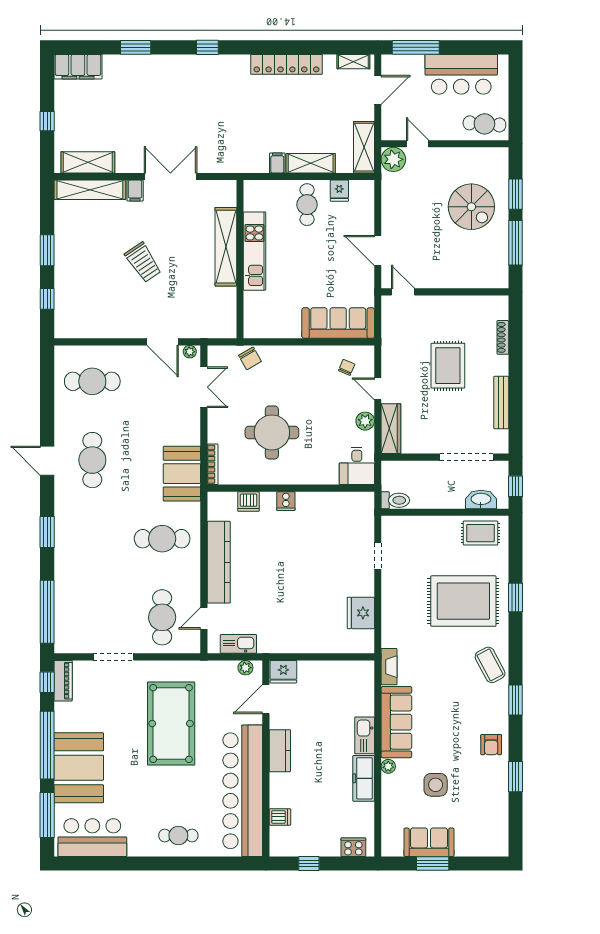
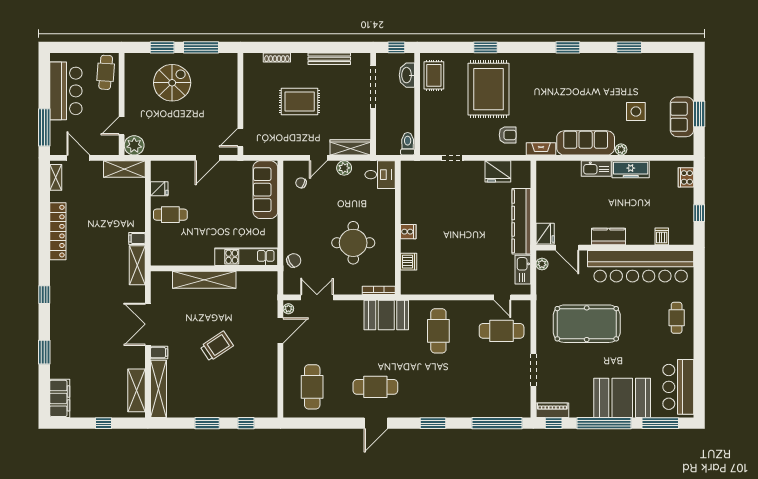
shelving: (311, 163) -> (137, 265), moved
kitchen unit: (254, 251) -> (246, 257), moved
kitchen counter: (219, 562) -> (521, 221), moved, turned -90
coffee table: (490, 665) -> (540, 68), removed
armchair: (491, 745) -> (508, 135), moved

